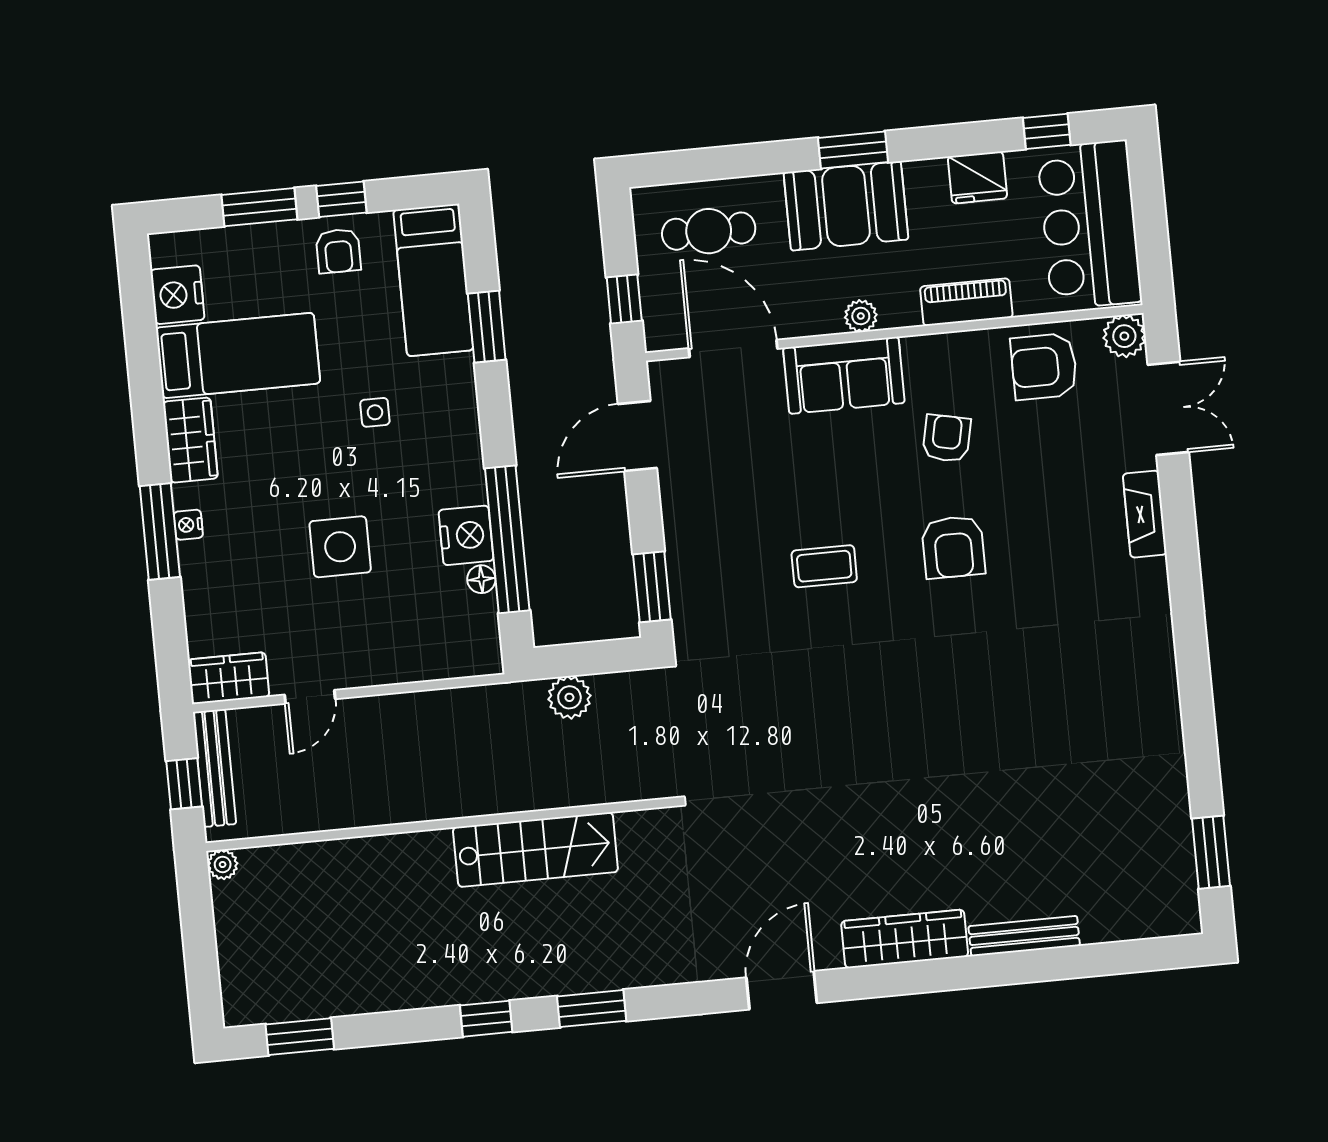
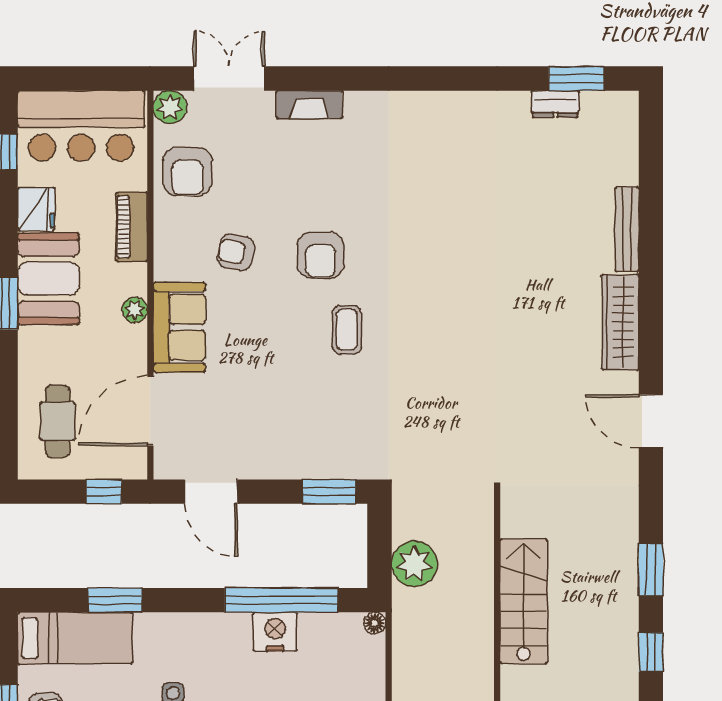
booth: (846, 206) -> (48, 279), moved
armchair: (953, 547) -> (320, 255), turned 90
coffee table: (824, 566) -> (347, 330), moved
floor lamp: (481, 579) -> (375, 623), moved
plant: (569, 697) -> (414, 564), width x1.36, depth x1.36
dresser: (1176, 829) -> (555, 104), added

